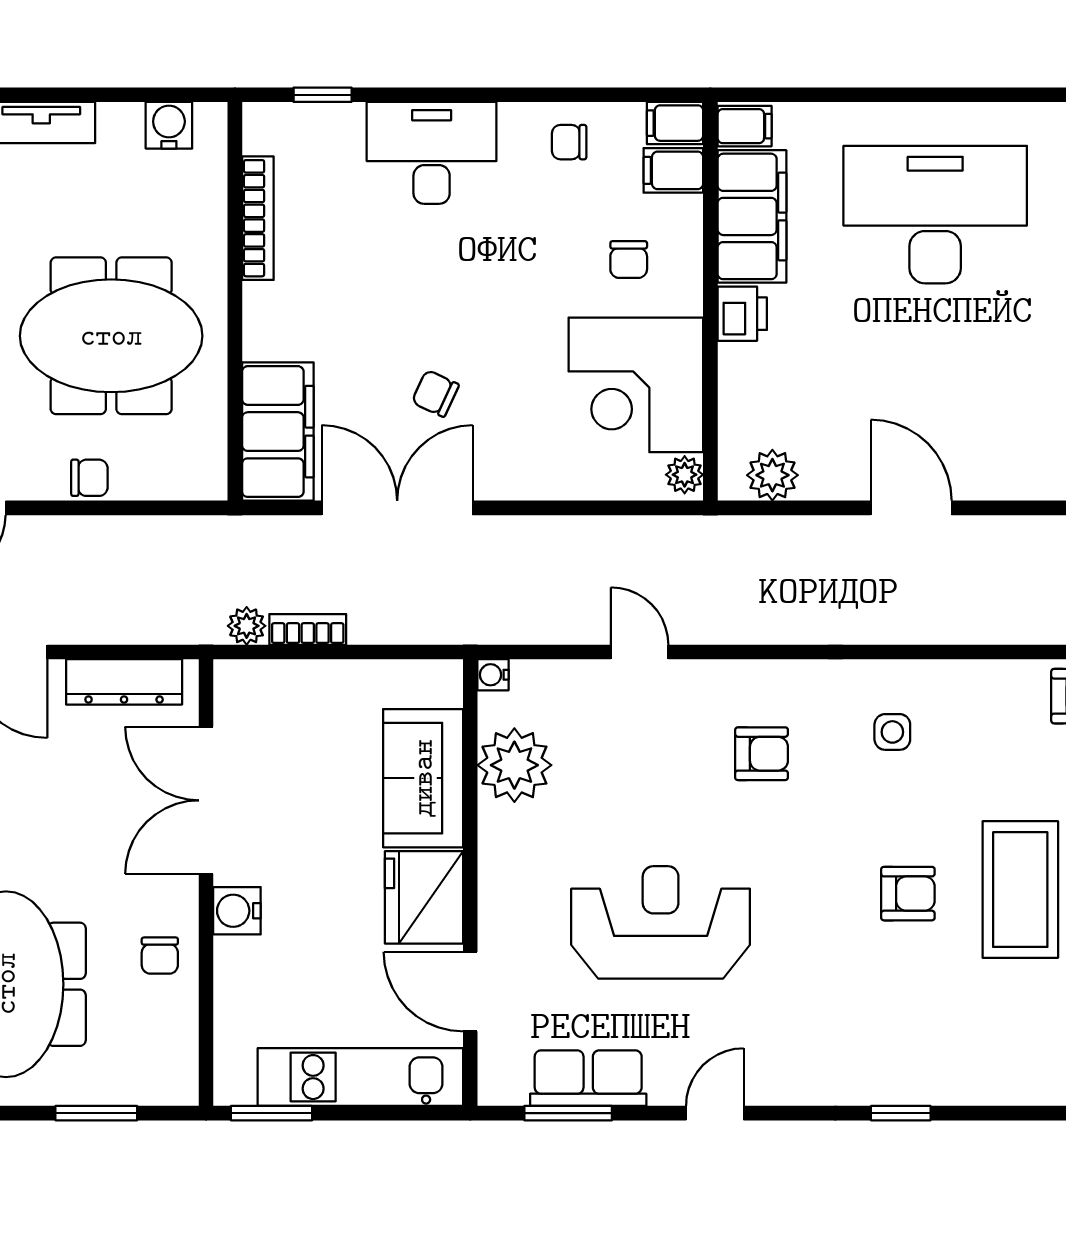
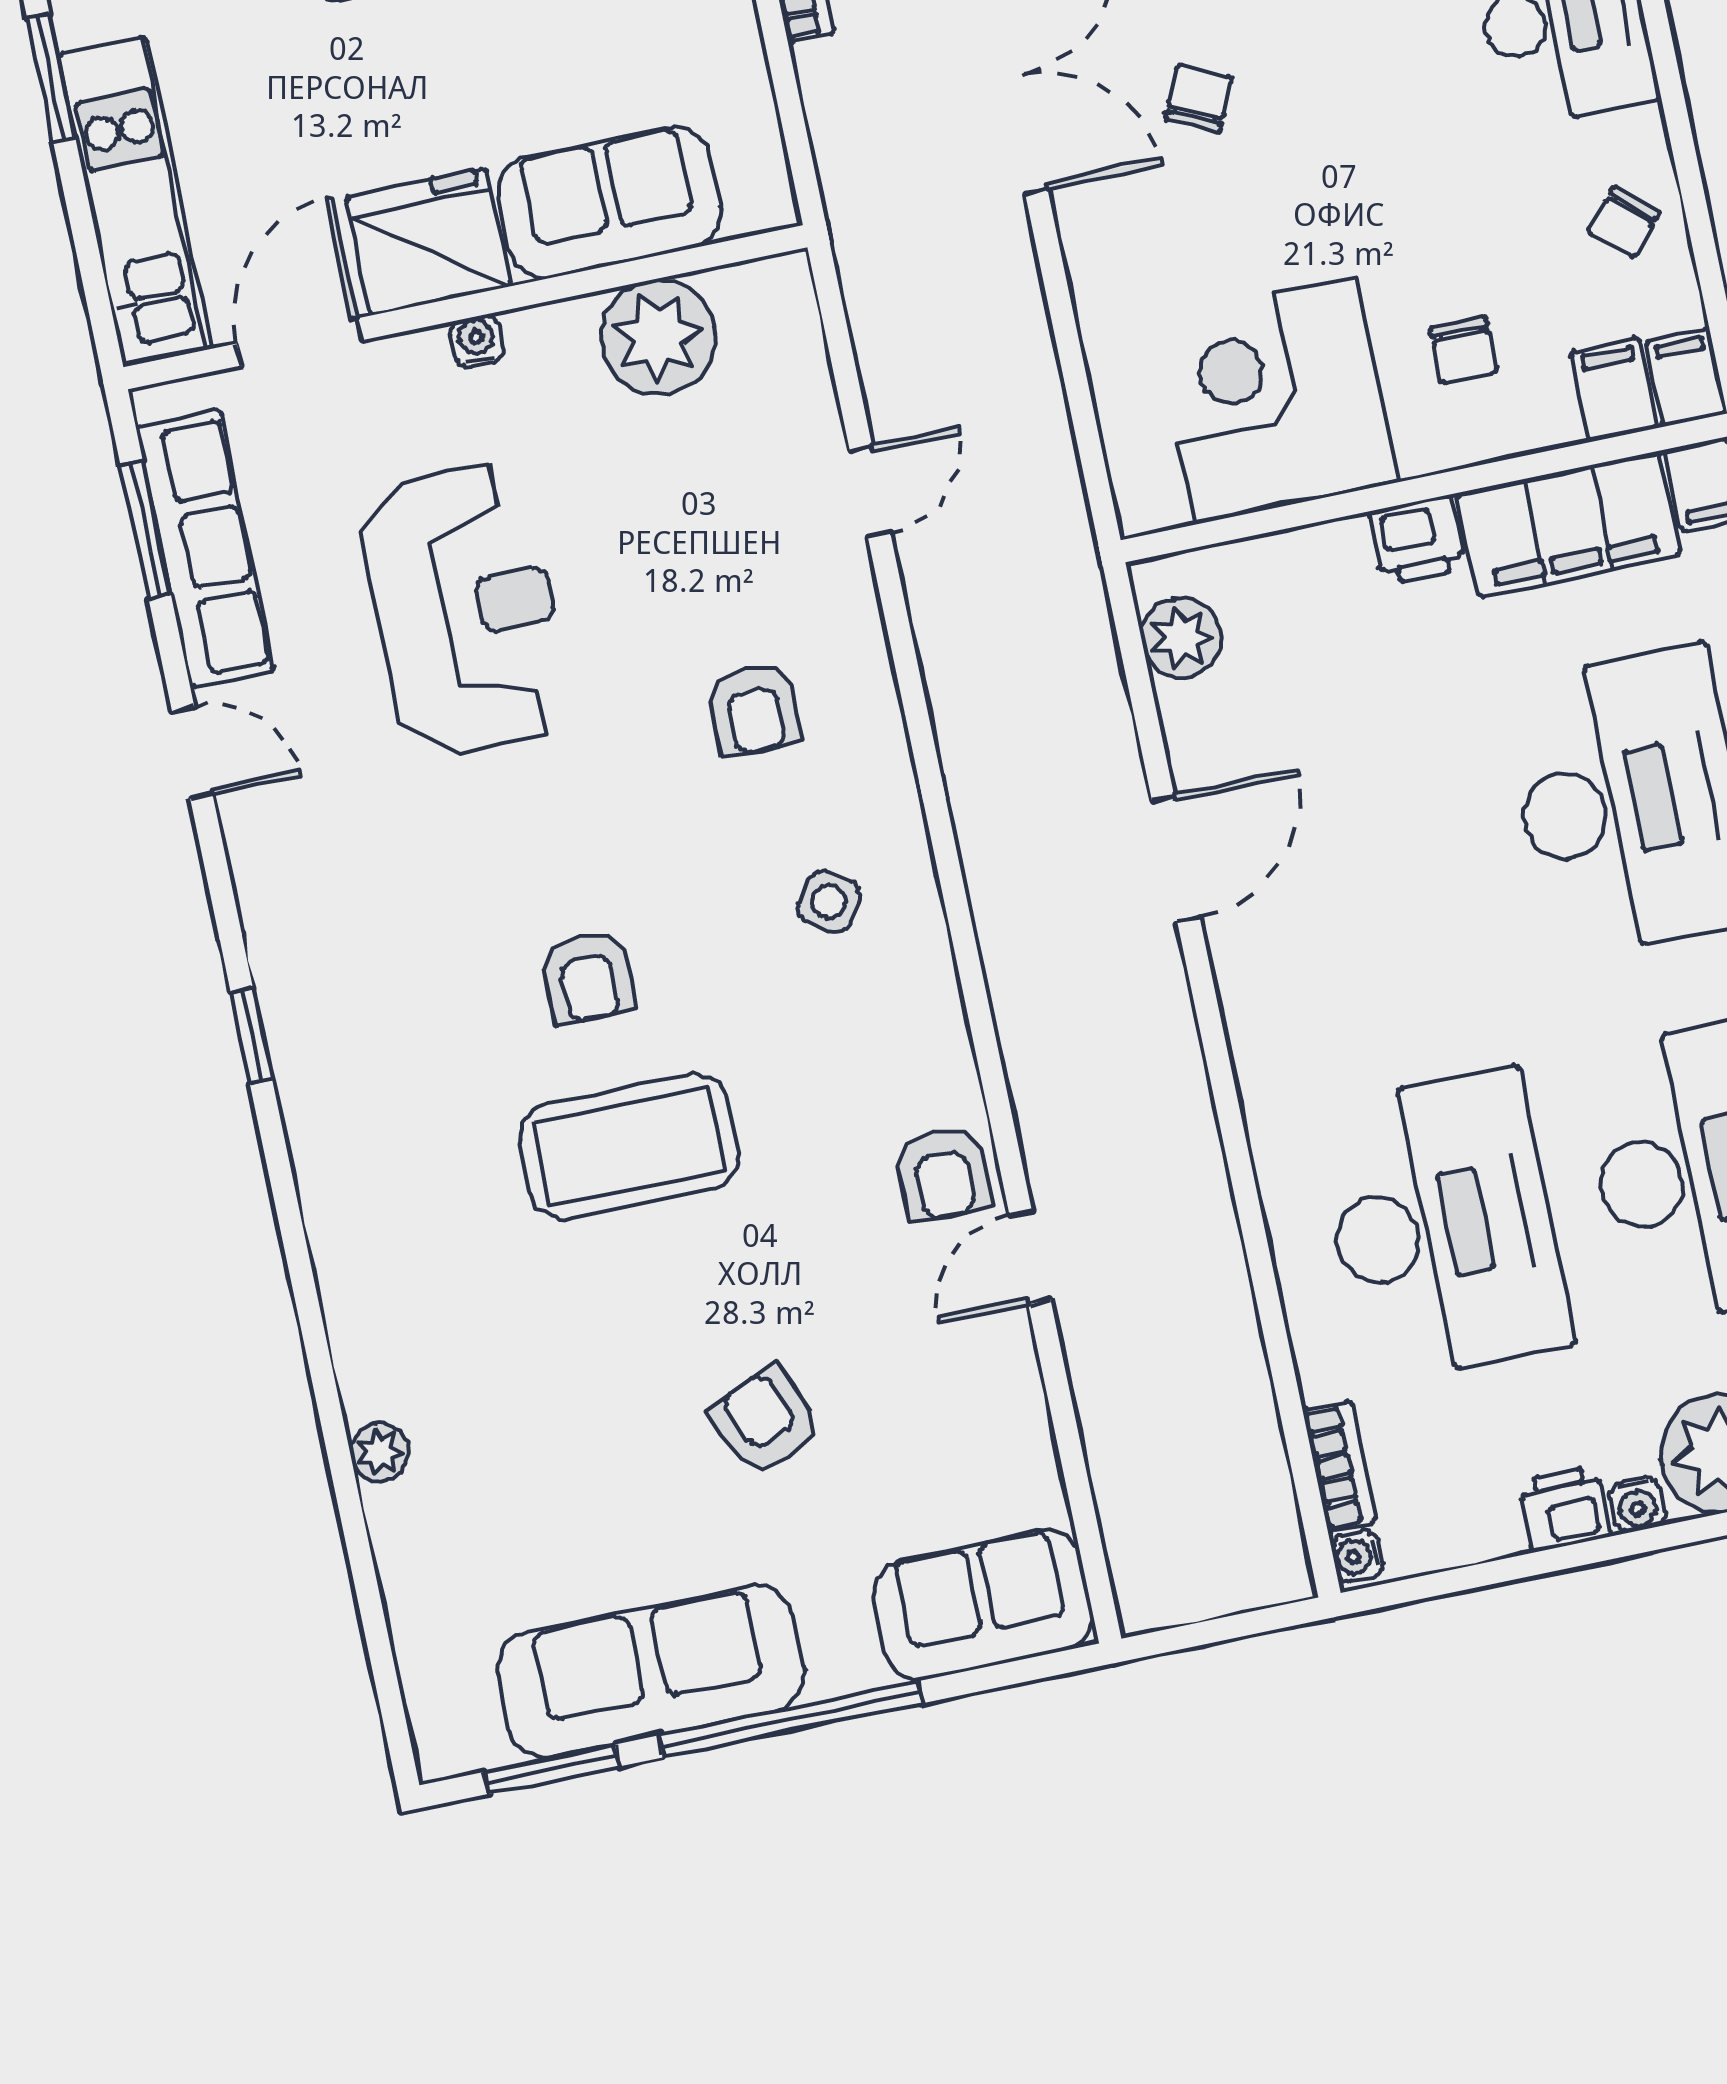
chair: (569, 142) -> (1624, 222), turned -138
chair: (629, 260) -> (1464, 350), turned -90
plant: (685, 475) -> (1154, 504), removed
water cooler: (493, 675) -> (477, 341), moved
side table: (892, 732) -> (829, 902), turned 35
row of seats: (588, 1078) -> (205, 549), width x1.48

